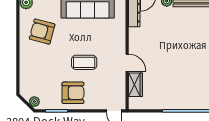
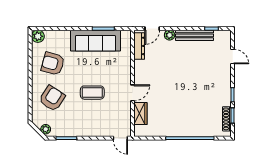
door: (127, 63) -> (133, 93), hinge flipped
armchair: (73, 93) -> (52, 98), moved, turned -57

